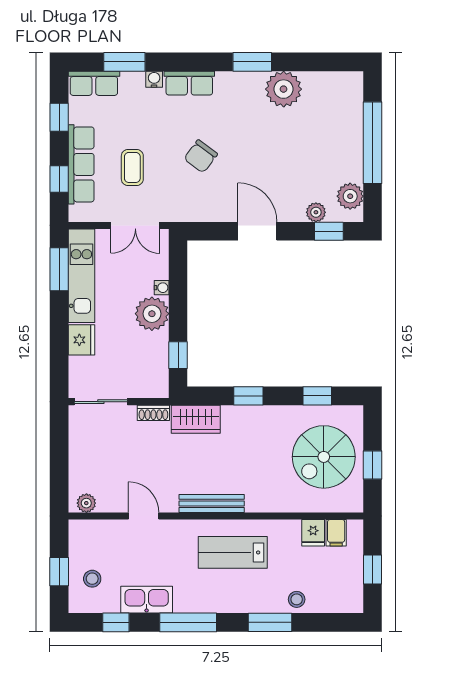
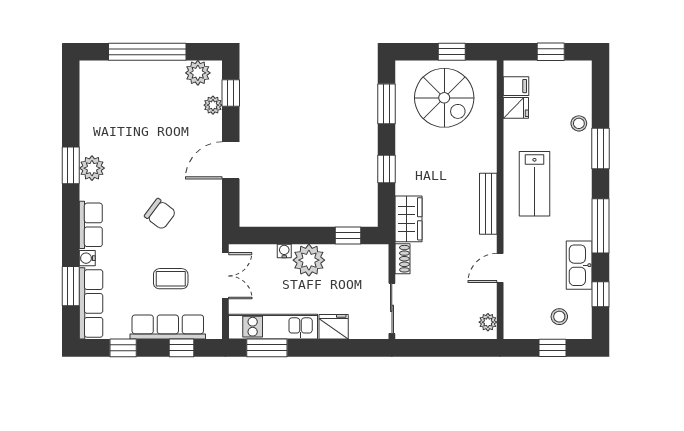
row of seats: (94, 83) -> (91, 303), width x1.48
plant: (284, 89) -> (92, 168), moved, width x0.73, depth x0.73
window: (317, 396) -> (387, 104), width x1.50

